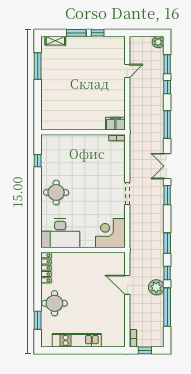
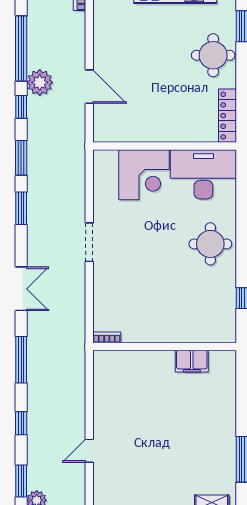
window: (167, 64) -> (21, 481), moved
filing cabinet: (115, 124) -> (192, 361), moved
window: (167, 195) -> (21, 208), moved
corner desk: (110, 233) -> (144, 175), moved

